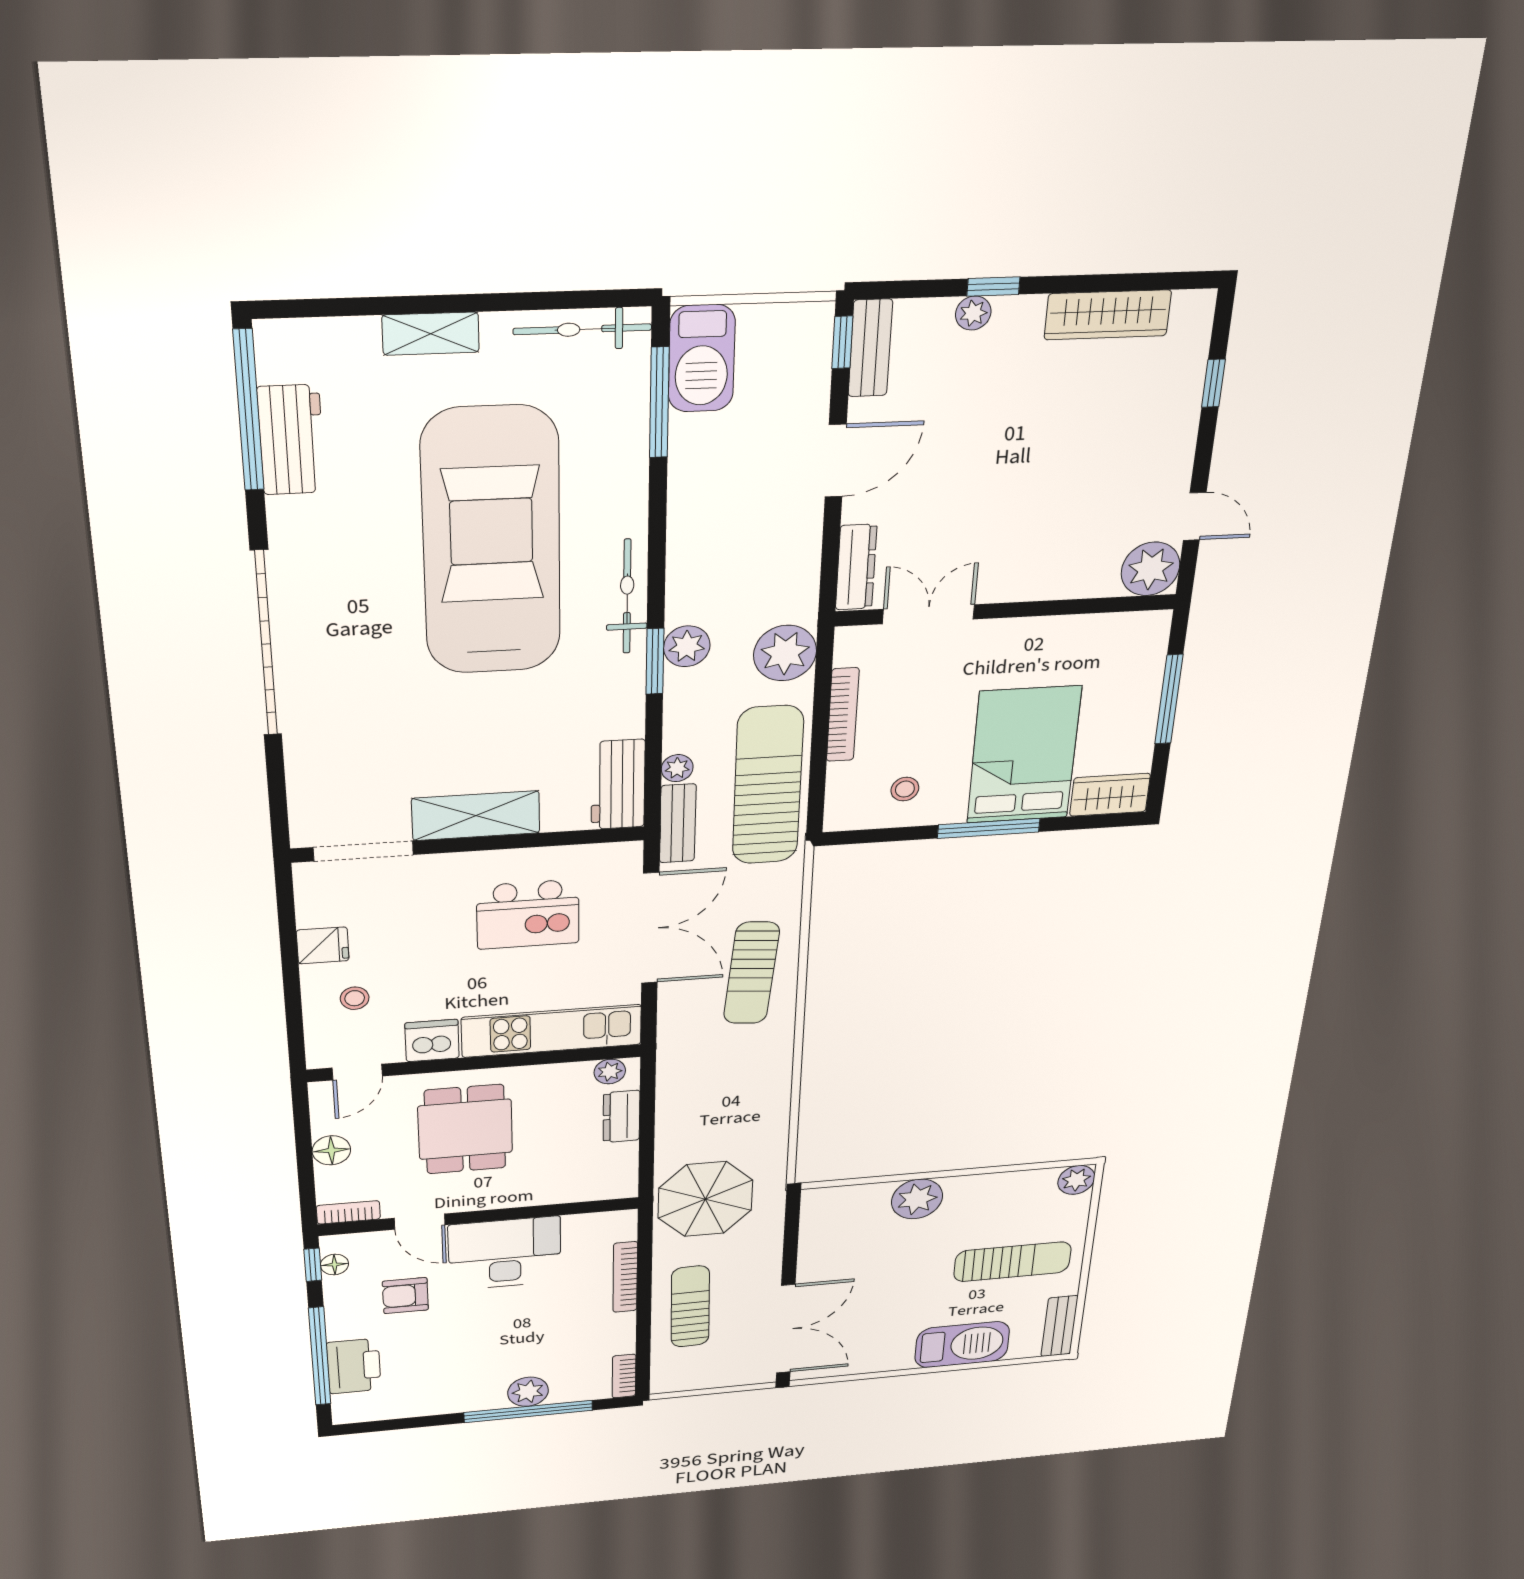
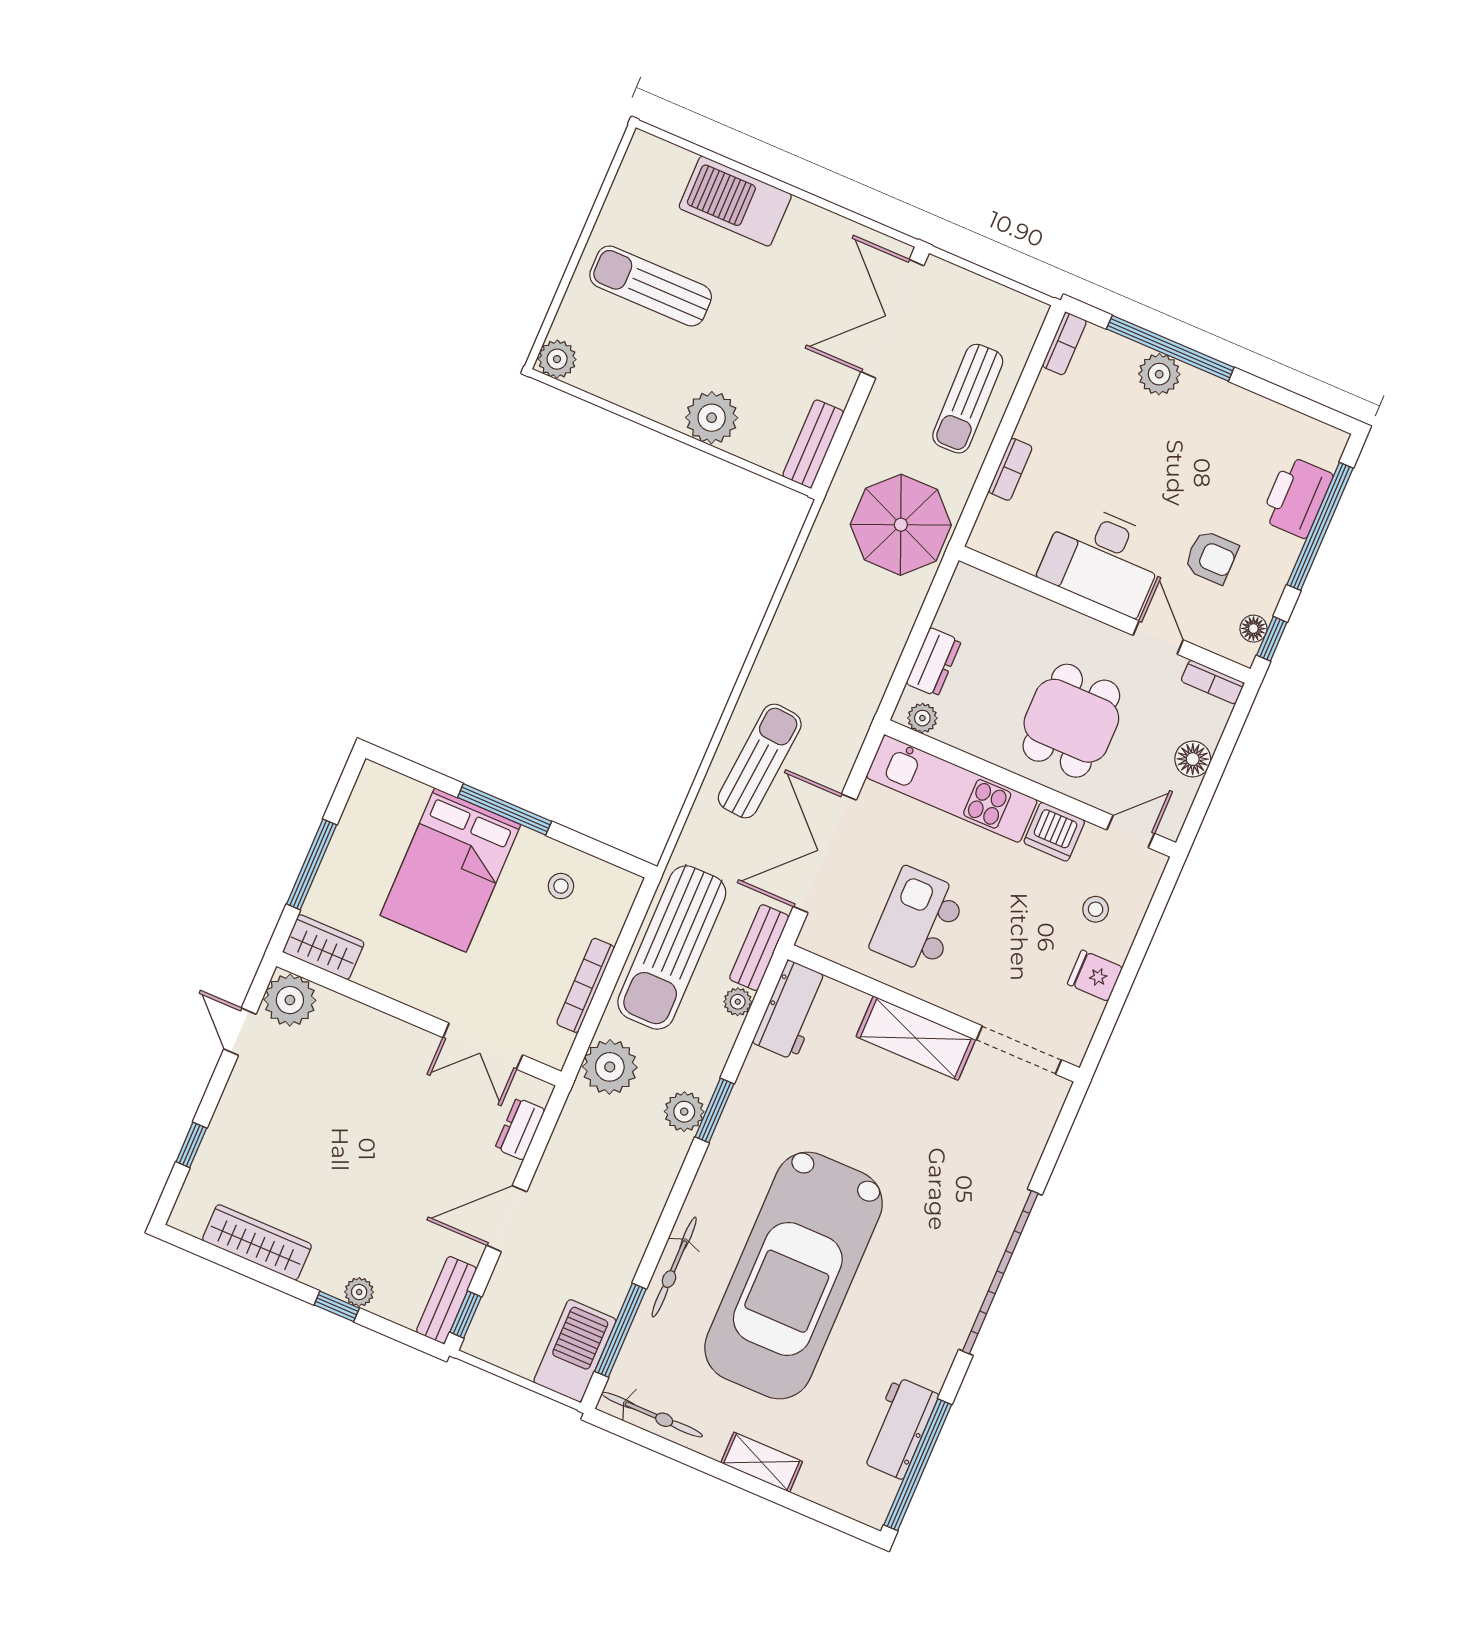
dresser: (856, 567) -> (520, 1129), width x0.70
bicycle: (627, 597) -> (674, 1267), moved
wardrobe: (1110, 795) -> (324, 947), moved, turned 180
kitchen island: (528, 914) -> (918, 920), turned -90
bookcase: (625, 1277) -> (1010, 469), width x0.64
bench: (1060, 1326) -> (813, 444), moved

